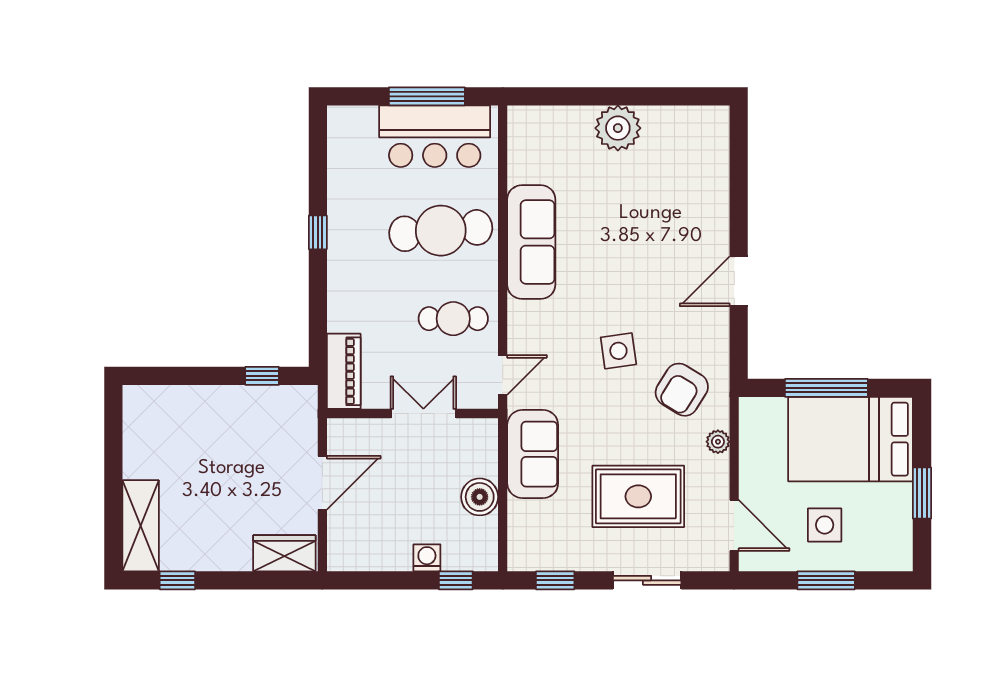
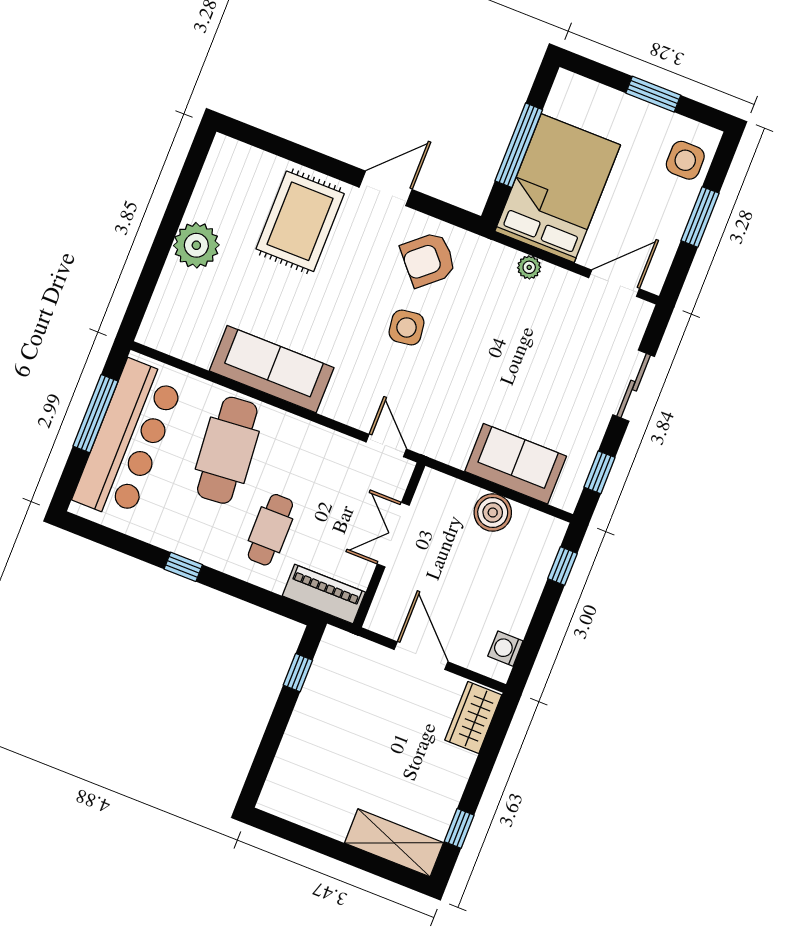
bar counter: (435, 136) -> (129, 440), width x1.36
door: (739, 281) -> (386, 188), swing flipped
cafe table: (453, 319) -> (270, 530), moved
armchair: (682, 390) -> (428, 260), moved, turned 107
bed: (851, 439) -> (558, 188), moved, turned 180
sofa: (533, 454) -> (516, 464), moved
rug: (638, 496) -> (300, 221), moved
side table: (825, 525) -> (685, 160), moved
washing machine: (427, 558) -> (505, 649), moved

